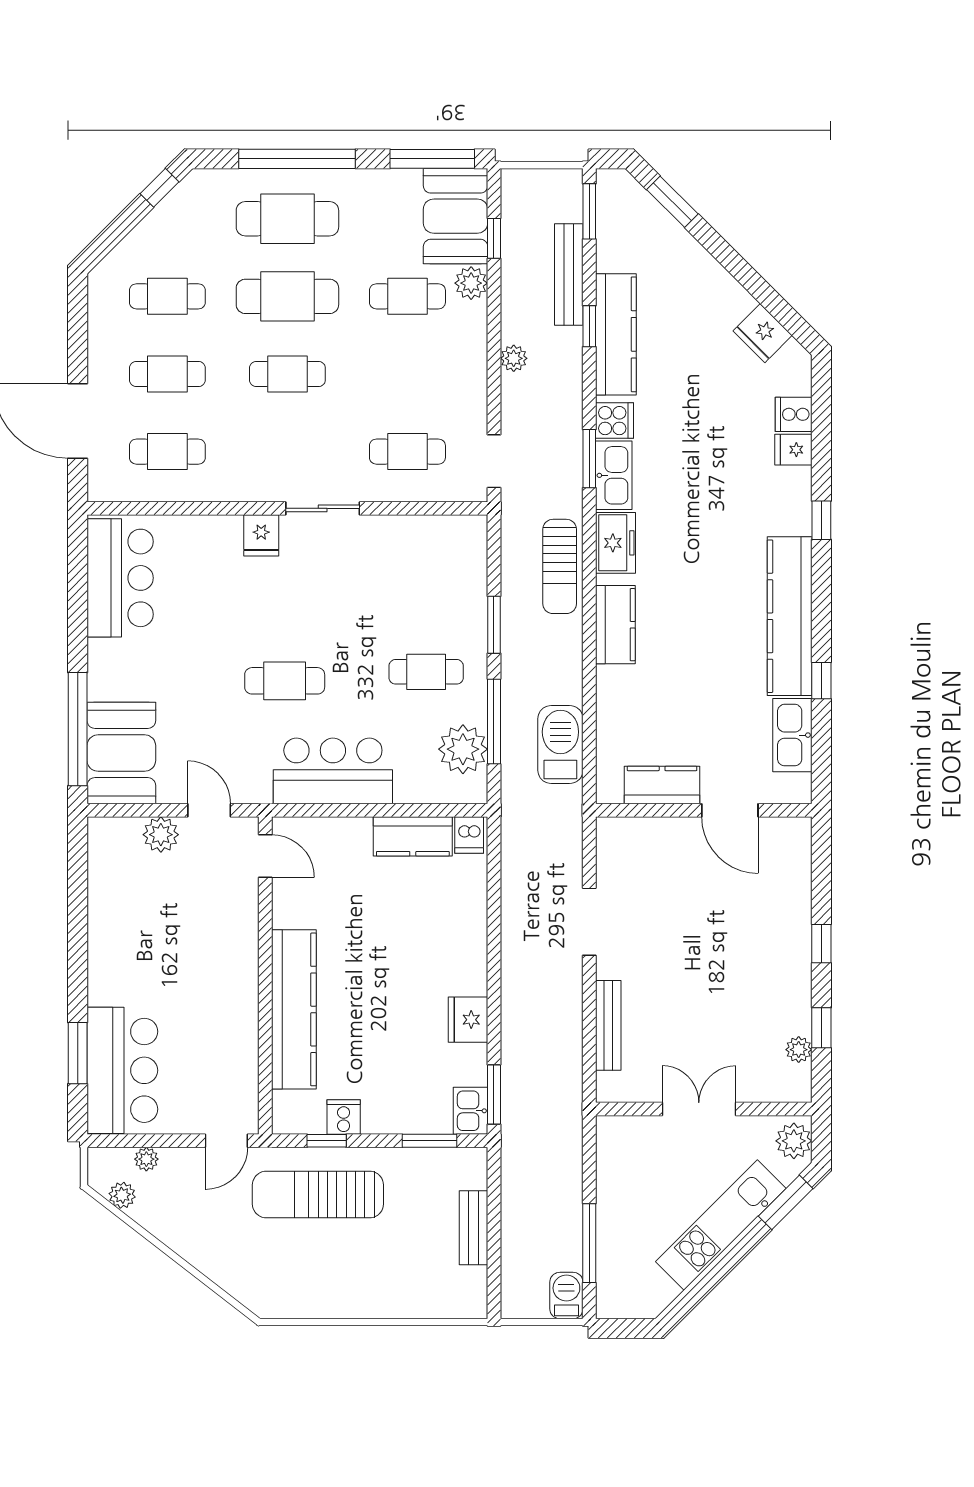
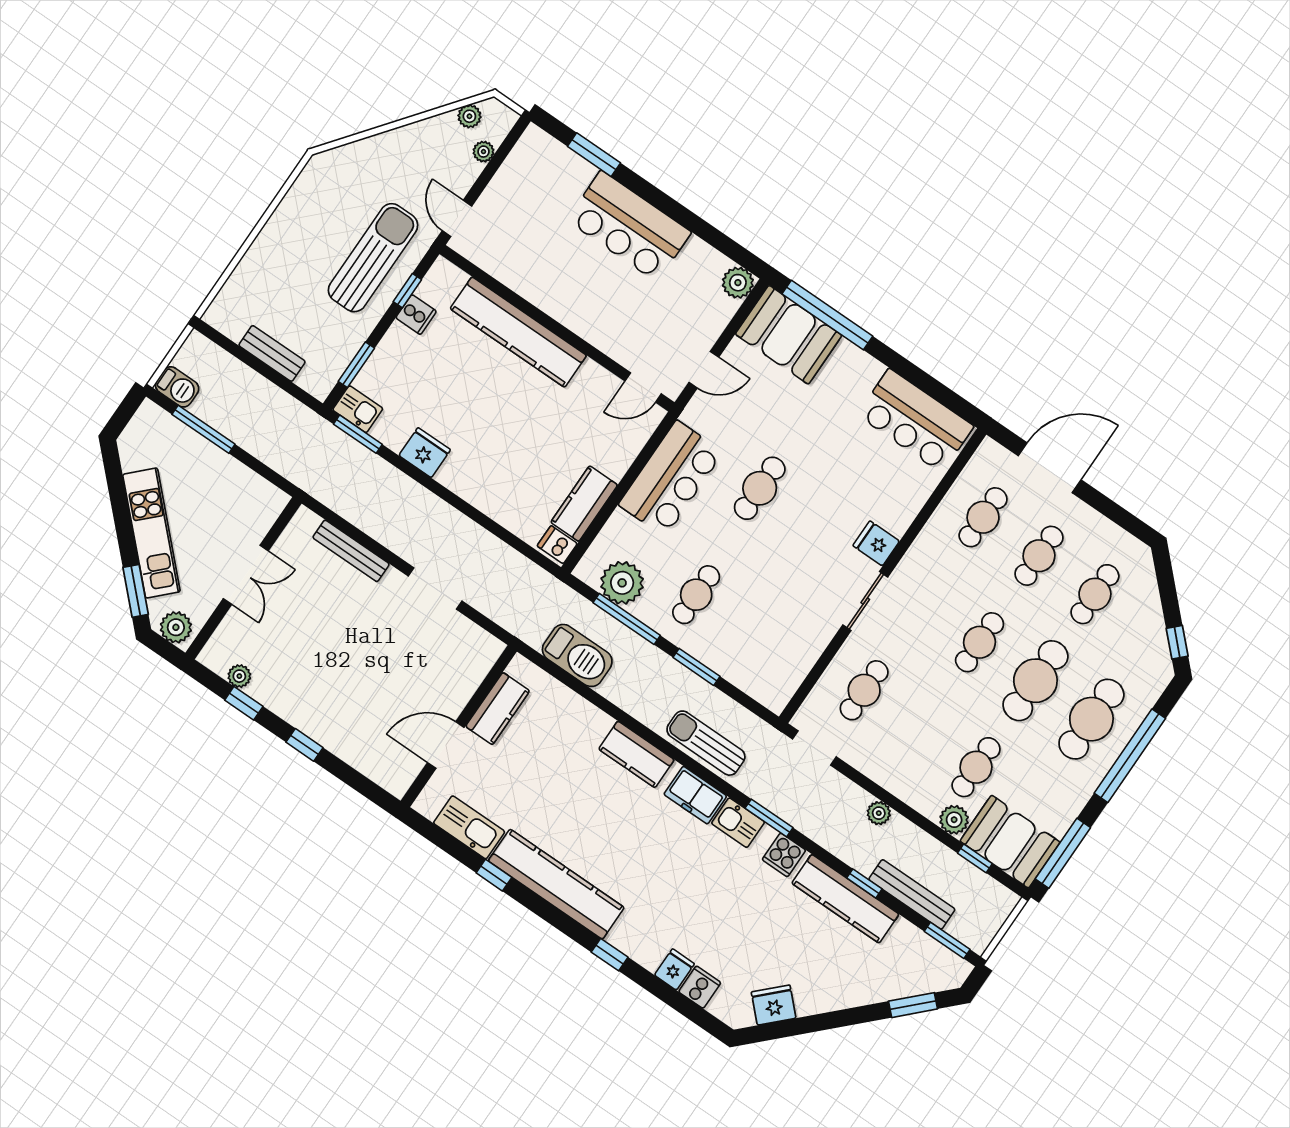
kitchen sink: (614, 475) -> (738, 823), width x0.73
plant: (161, 835) -> (738, 283), moved
bar counter: (122, 1070) -> (629, 226), moved

